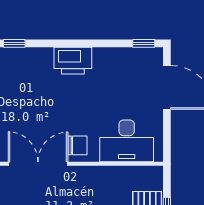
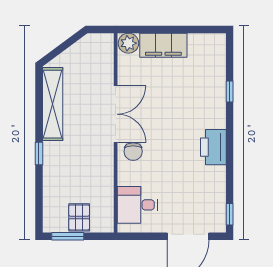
desk: (127, 141) -> (137, 205), width x0.73

